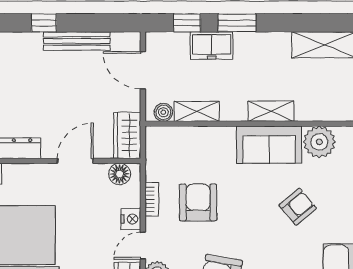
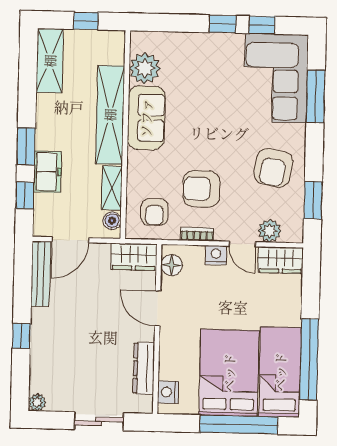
bench: (77, 41) -> (41, 274), moved
shelving: (271, 111) -> (110, 115), width x2.20, depth x1.33
armchair: (298, 207) -> (155, 212), moved, turned -140

